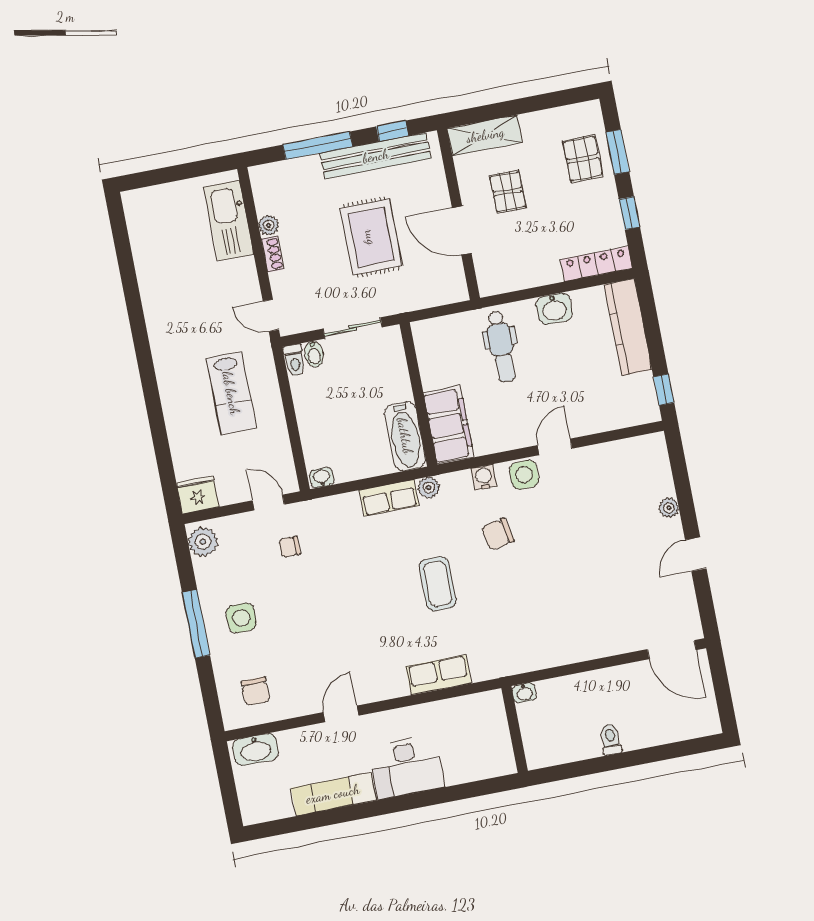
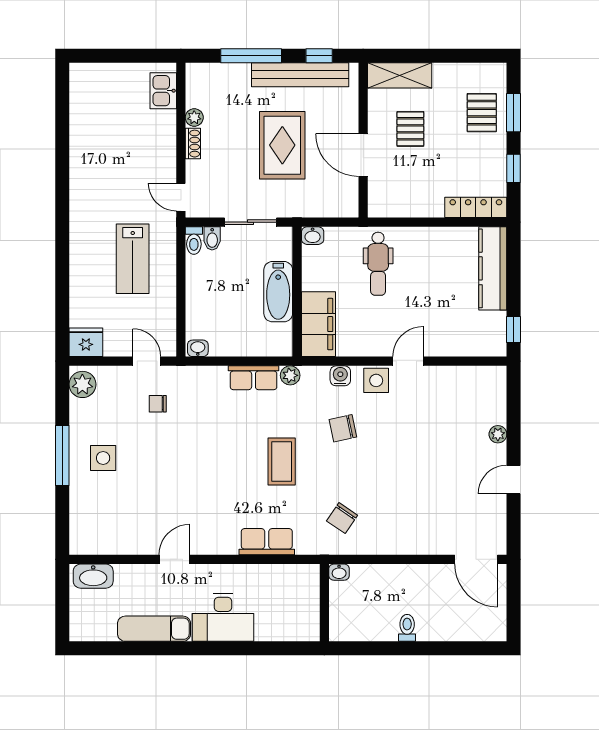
kitchen sink: (229, 221) -> (163, 91), width x0.53, depth x0.81
washbasin: (554, 309) -> (313, 236), moved, width x0.72, depth x0.69
bathtub: (405, 436) -> (278, 292), moved
chair: (255, 691) -> (342, 518), moved, turned 34

